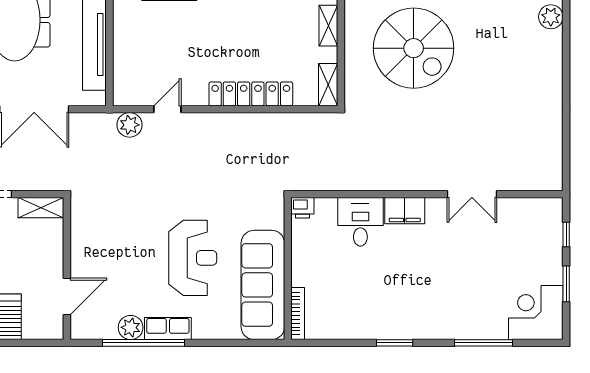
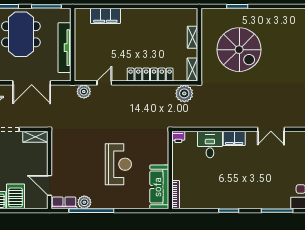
plant: (313, 128) -> (184, 93), added
sofa: (263, 285) -> (159, 187), width x0.74, depth x0.79
door: (67, 296) -> (50, 185), swing flipped
row of seats: (168, 329) -> (64, 203), moved

